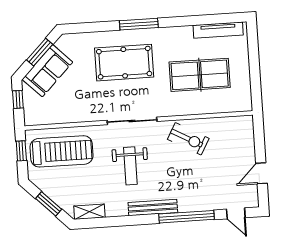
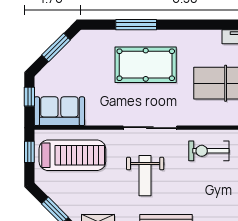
window: (139, 24) -> (136, 25), moved
sofa: (47, 71) -> (59, 111), moved, turned -135
exercise bike: (188, 139) -> (209, 151), turned 151

